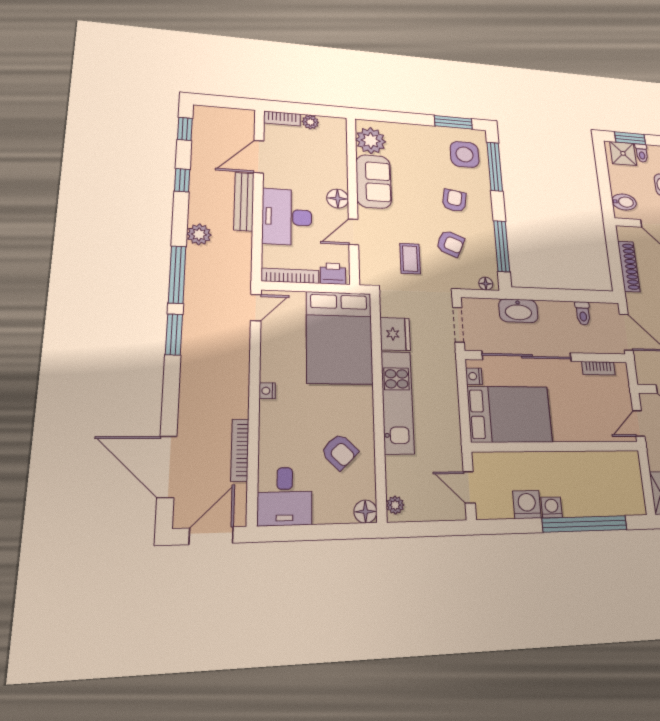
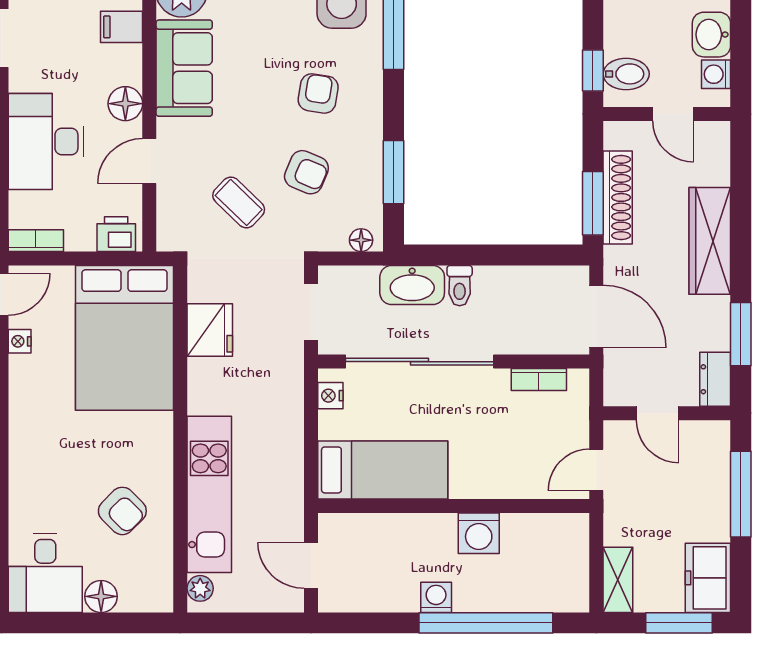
filing cabinet: (335, 156) -> (122, 27), added
window: (606, 199) -> (593, 71), added
window: (502, 246) -> (393, 172), width x0.69
coffee table: (410, 259) -> (239, 202), turned -46
window: (616, 269) -> (593, 203), added
bookcase: (290, 276) -> (36, 241), width x0.64
toilet: (583, 313) -> (460, 286), moved
nightstand: (267, 391) -> (20, 341), moved
kitchen unit: (397, 402) -> (209, 494), moved
bed: (510, 414) -> (383, 470), width x0.67
washing machine: (527, 504) -> (479, 533), moved, turned 180
floor lamp: (365, 512) -> (101, 596), moved

